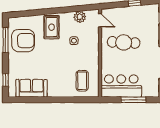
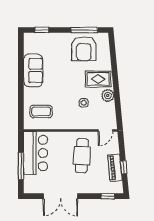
piano: (135, 11) -> (115, 168), added
plant: (80, 17) -> (108, 96), moved
sofa: (31, 88) -> (33, 70), moved

